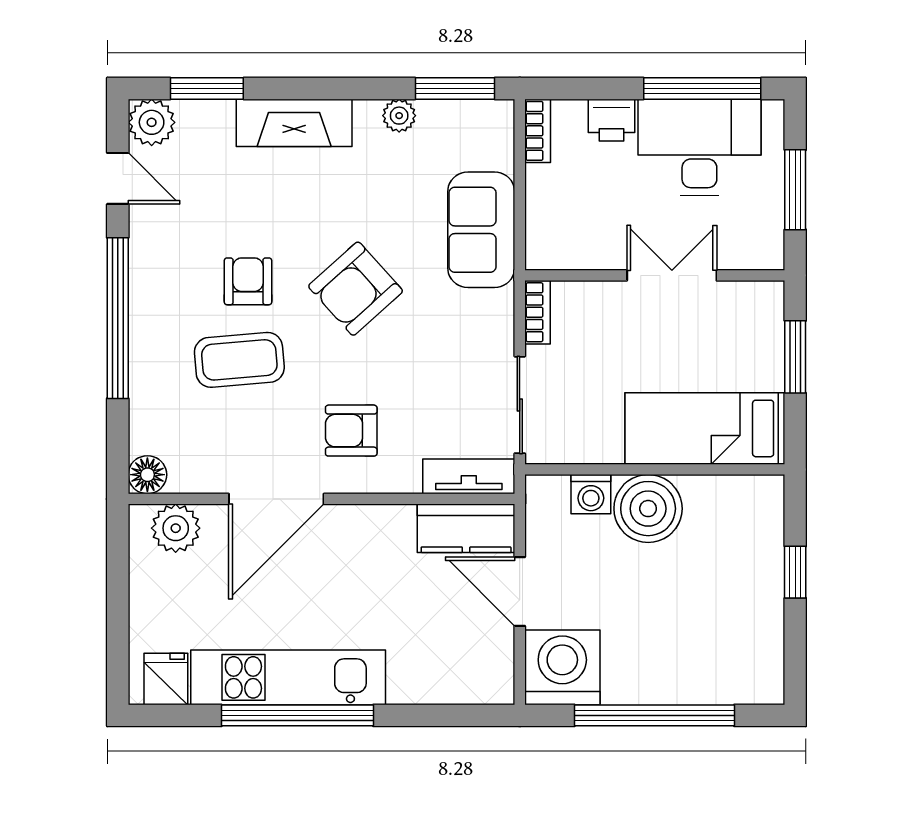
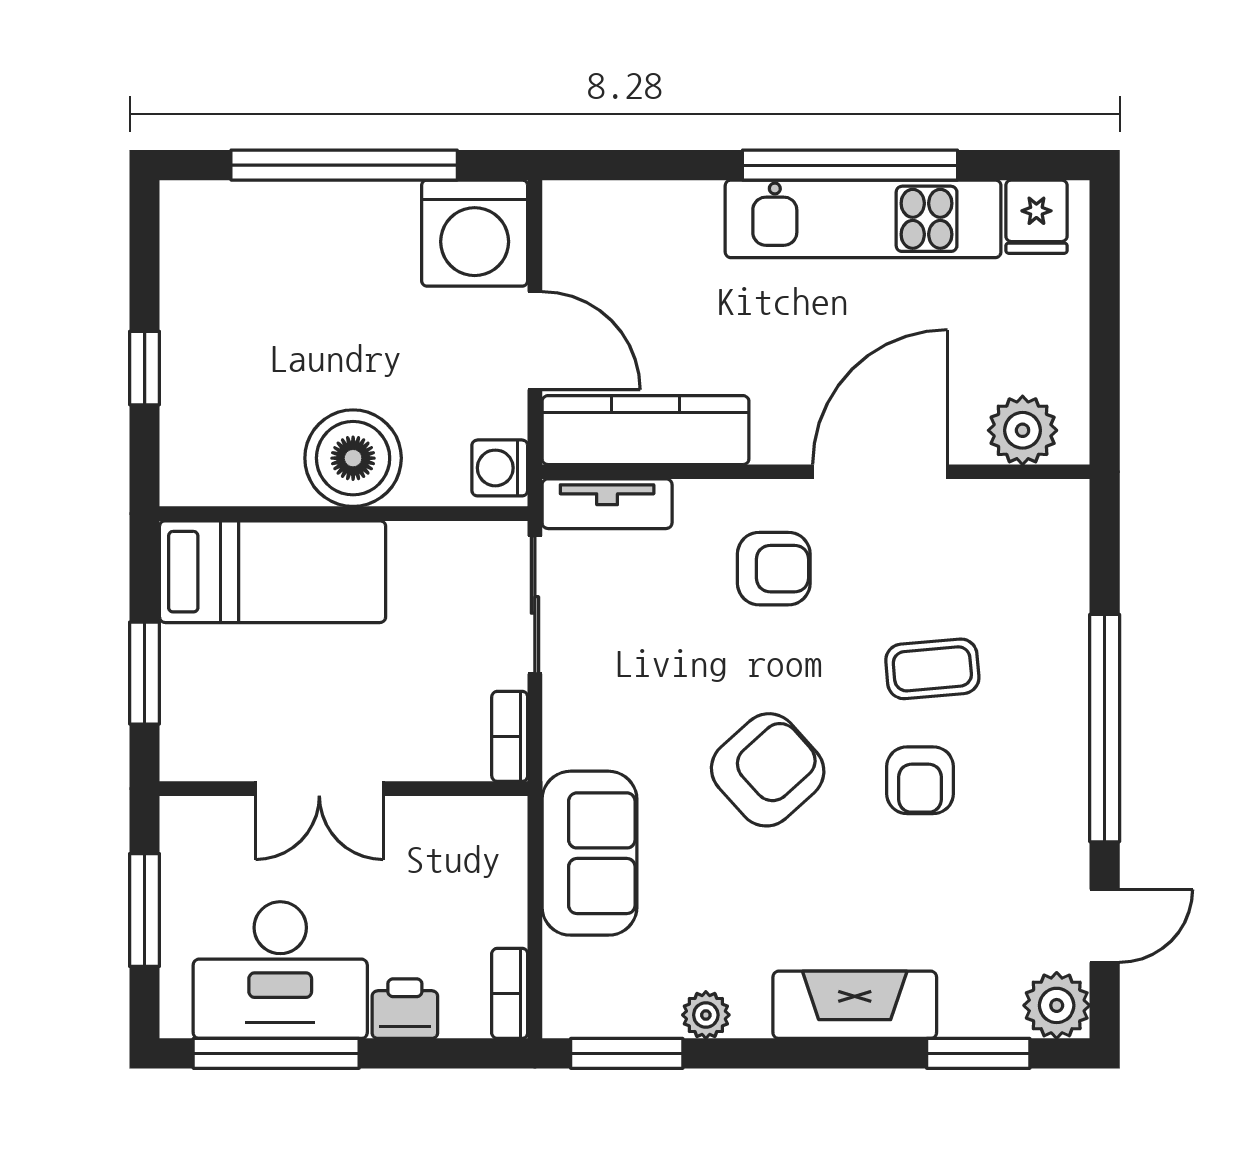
door: (118, 178) -> (1105, 926), swing flipped
coffee table: (239, 360) -> (932, 669), width x0.73, depth x0.77
floor lamp: (147, 475) -> (1063, 506), removed
washing machine: (591, 494) -> (500, 468), moved, turned -90
kitchen counter: (466, 528) -> (646, 430), width x1.50

